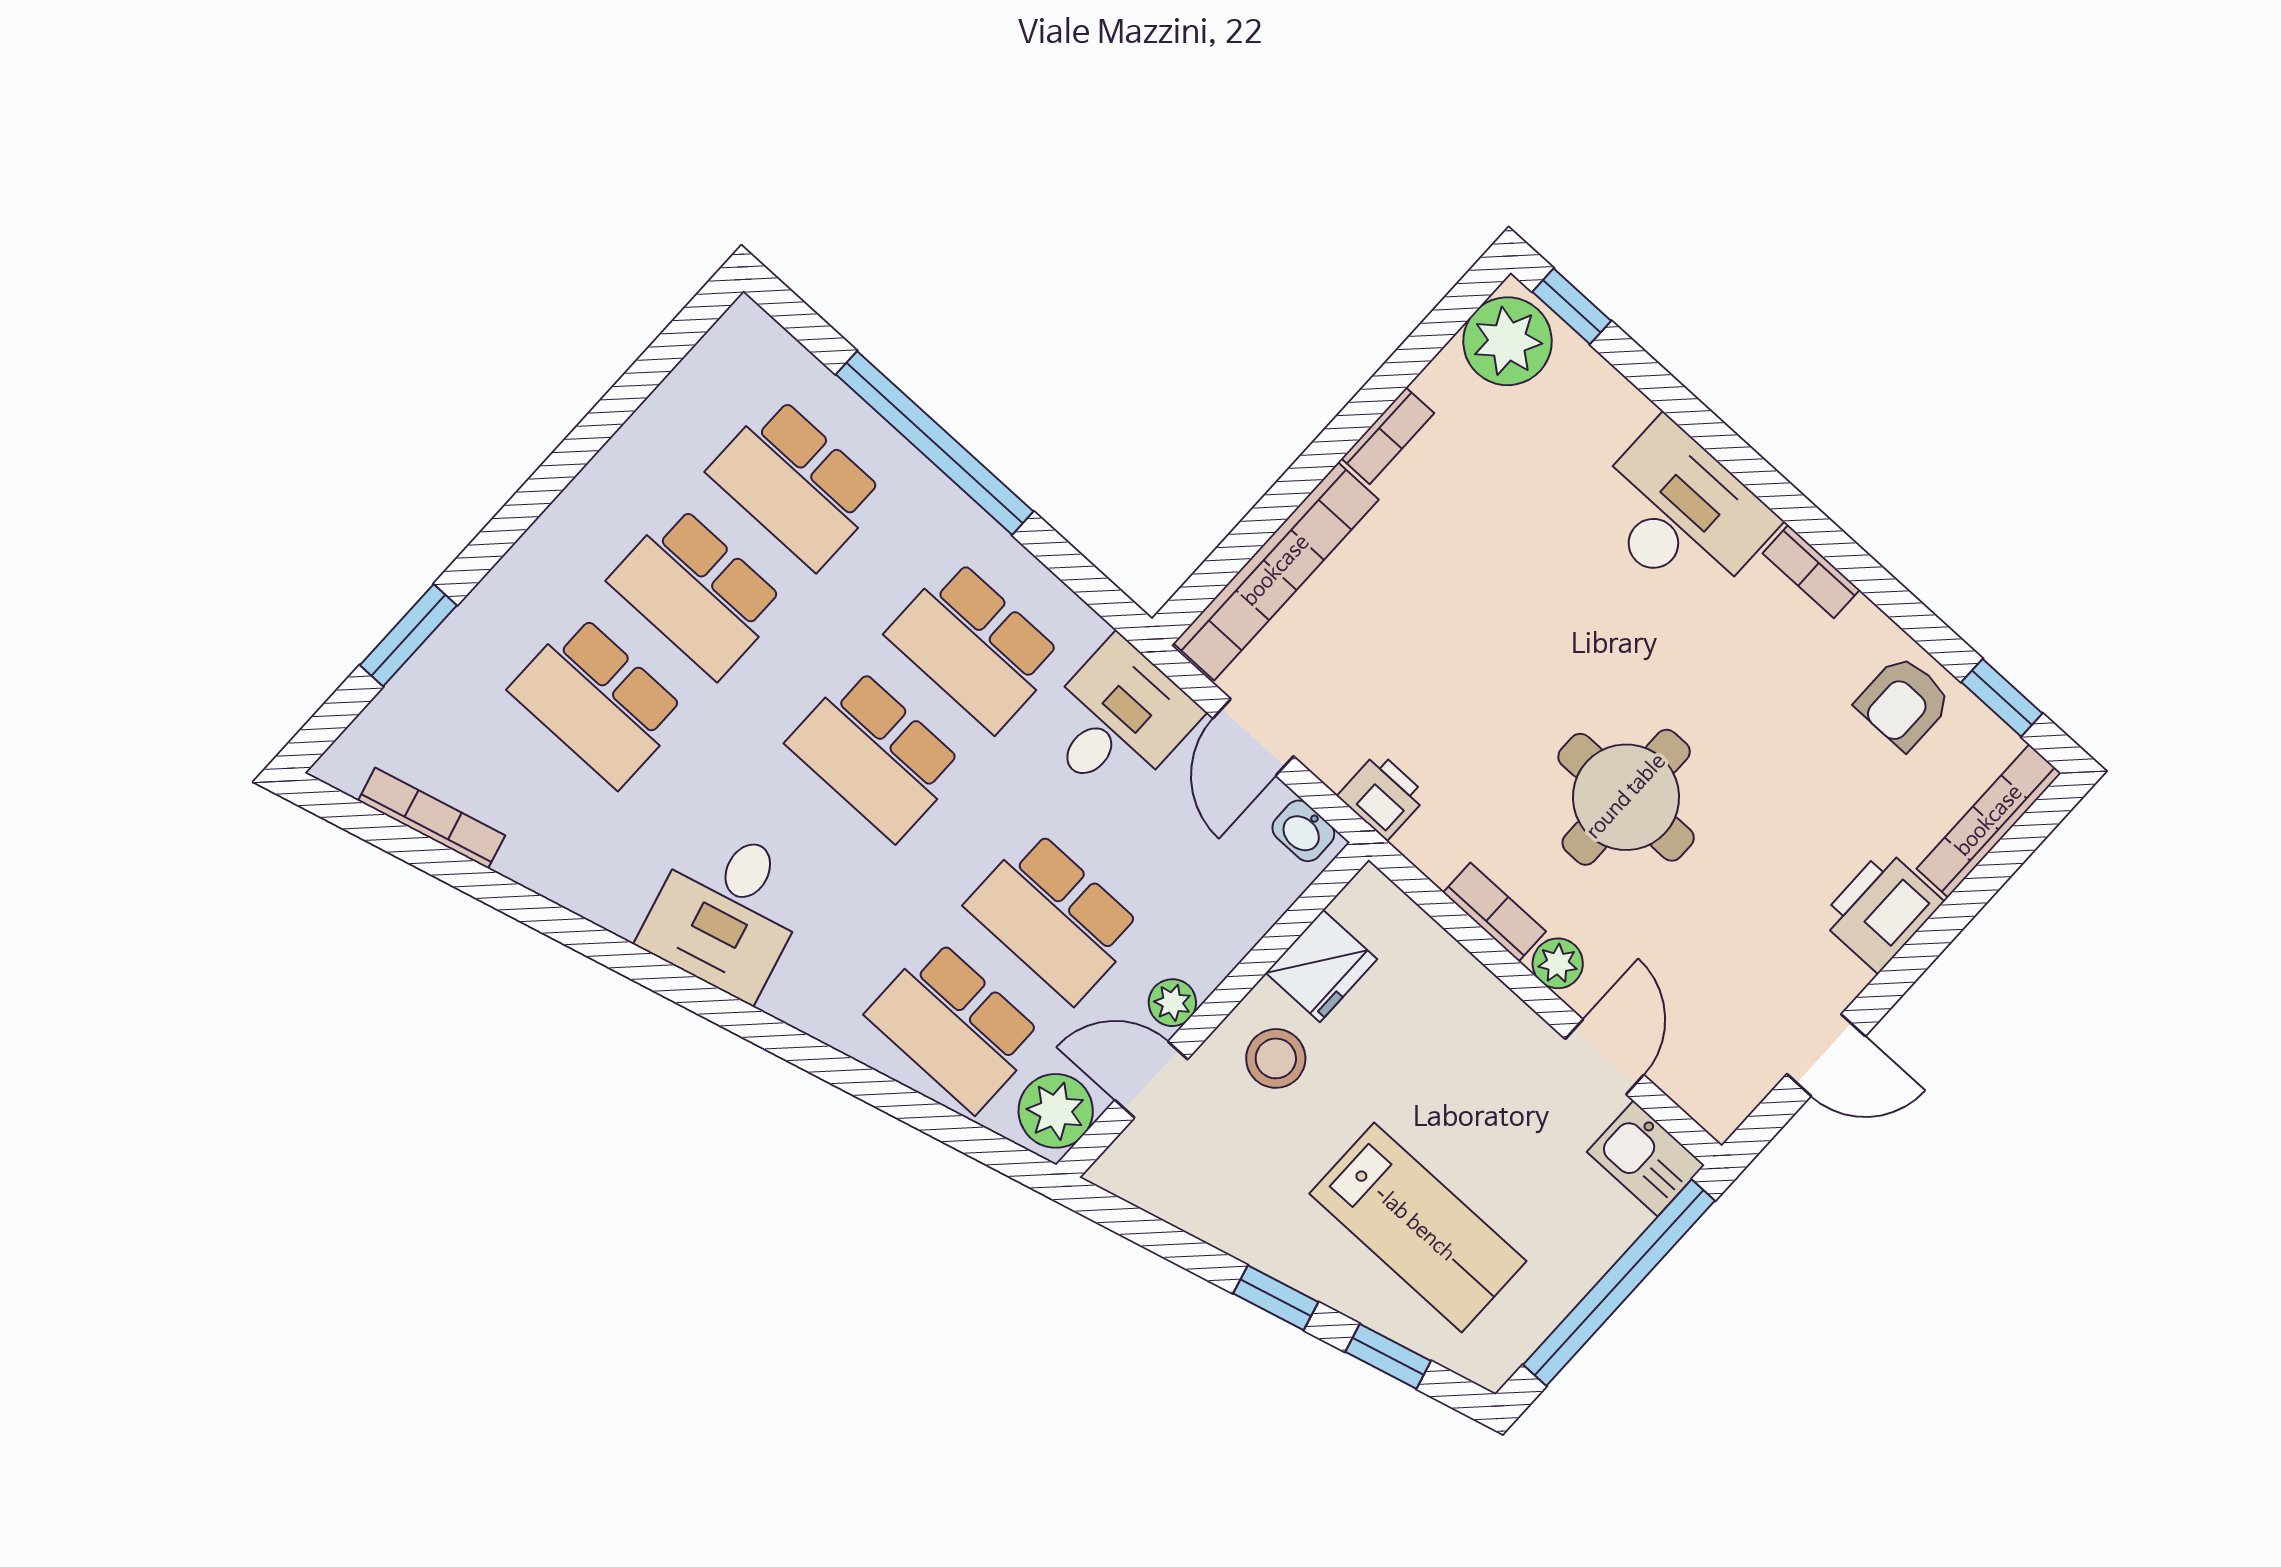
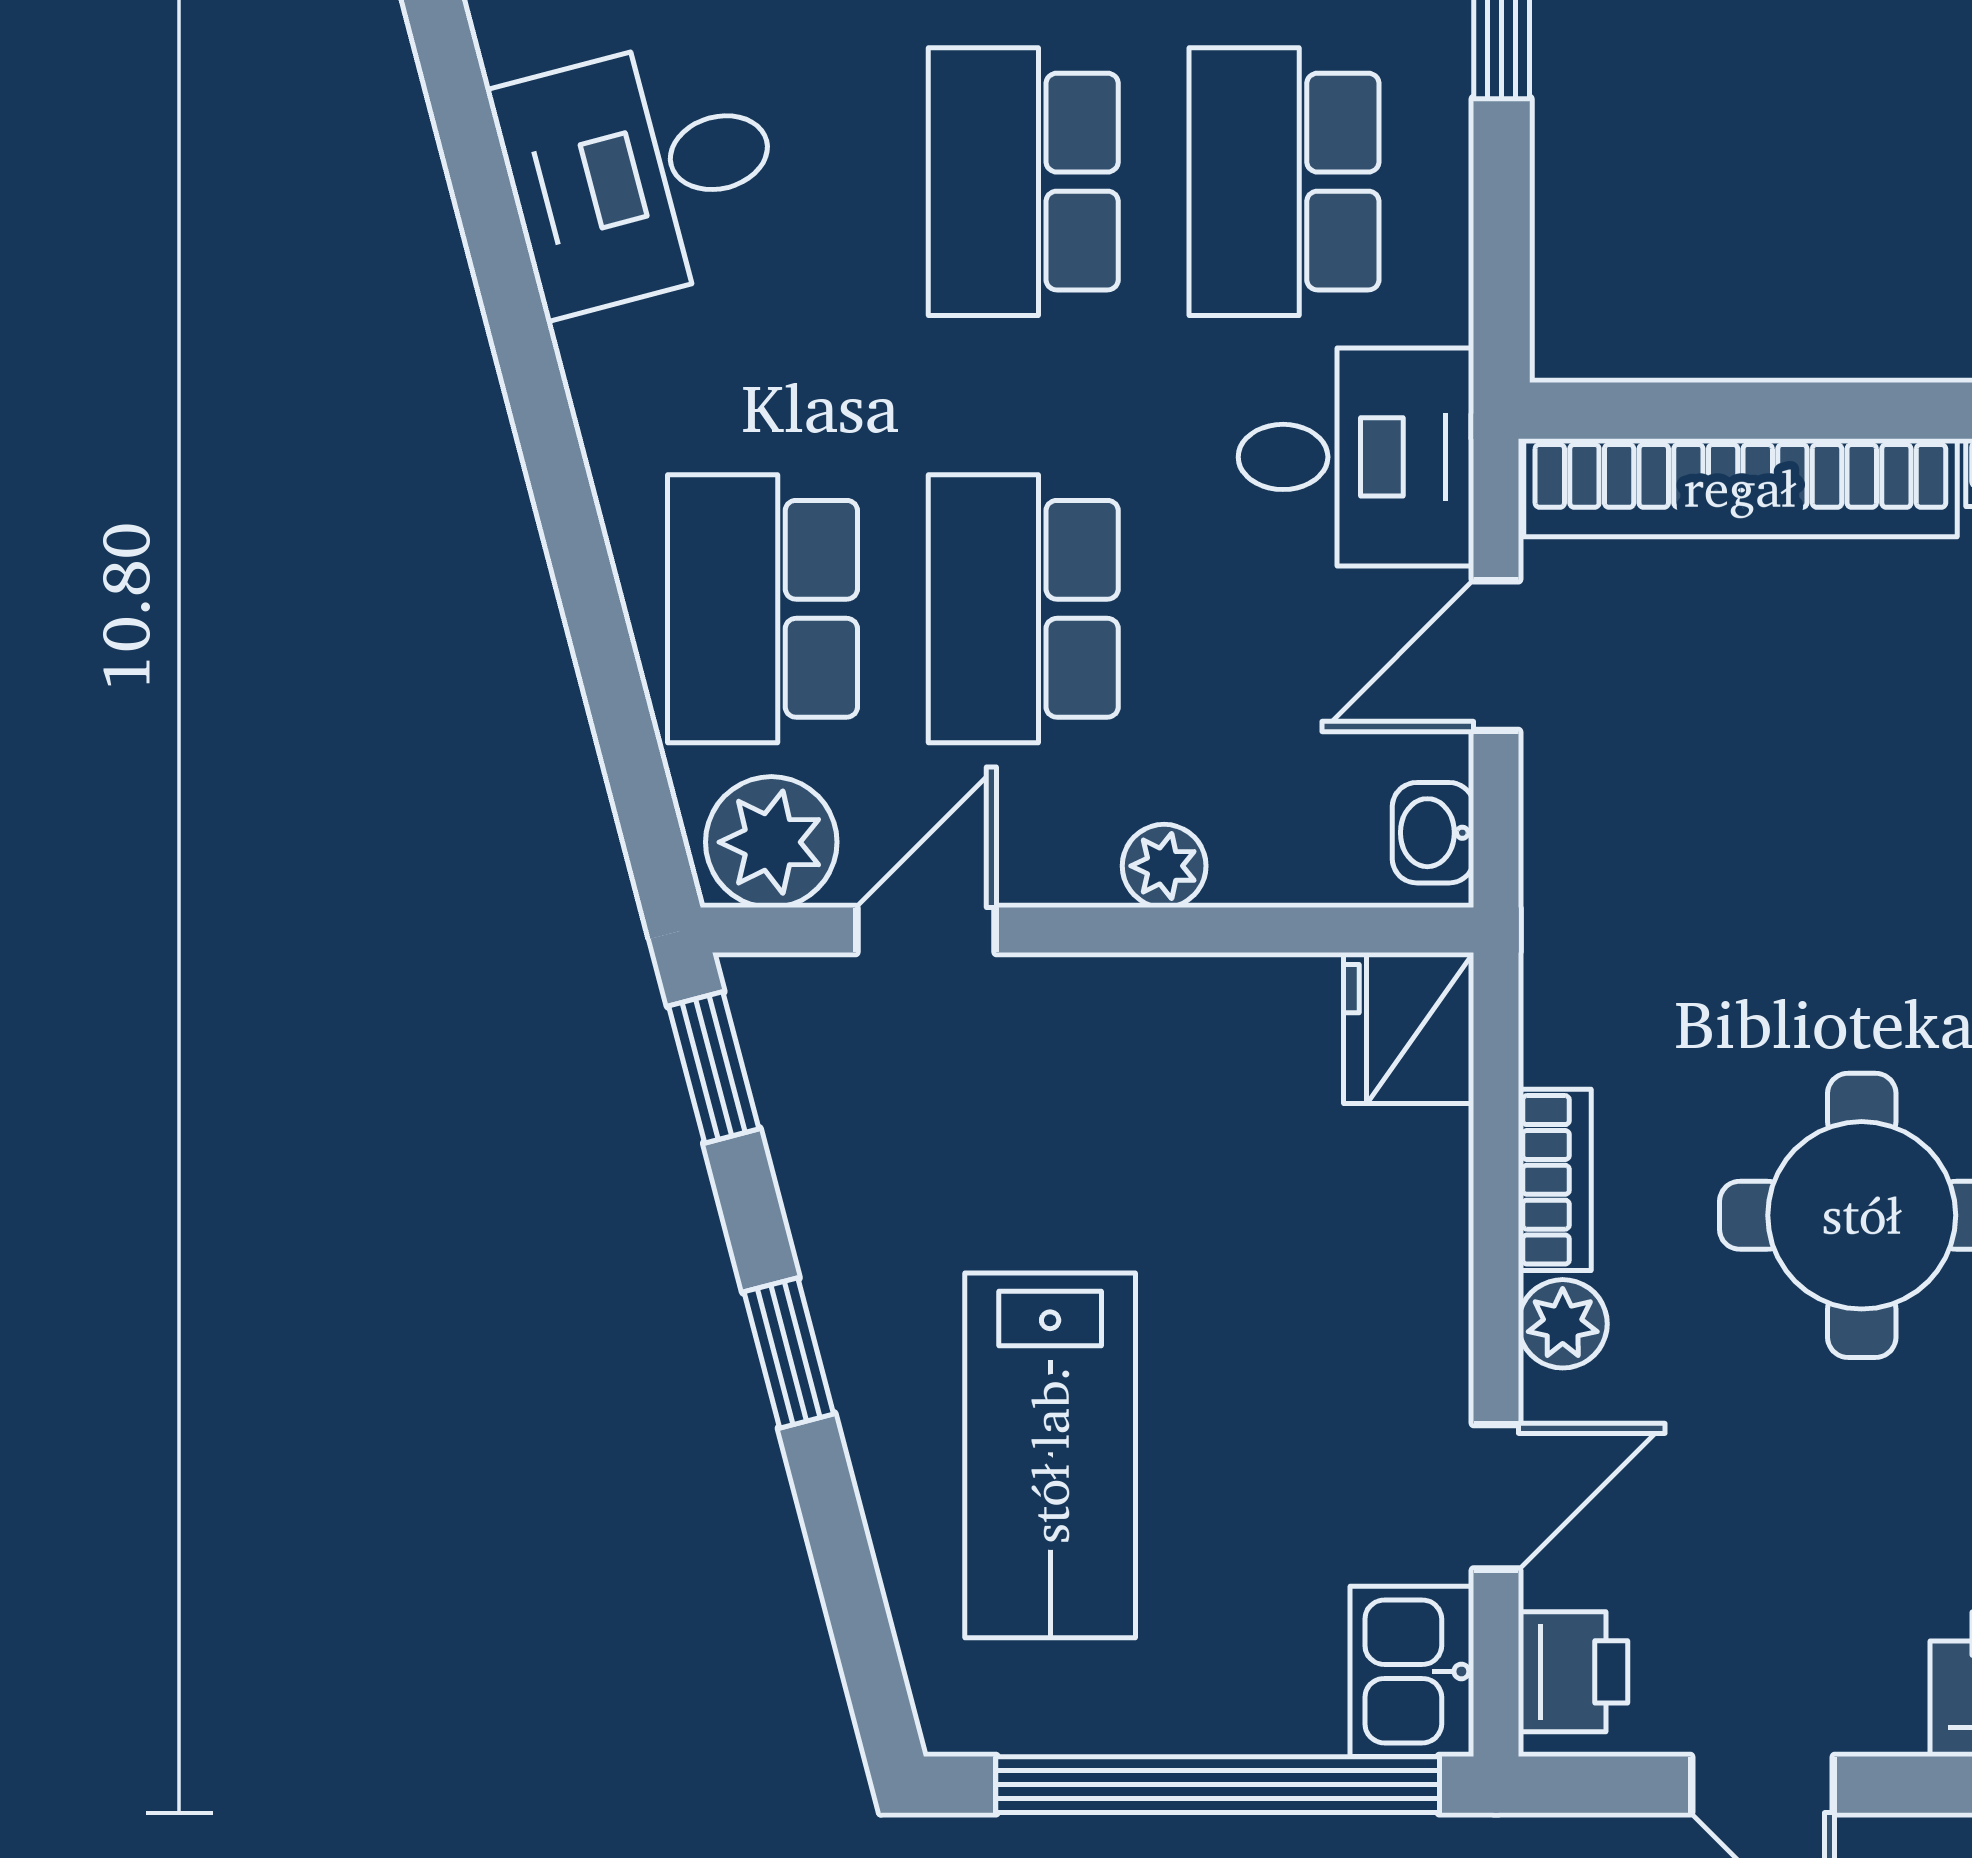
printer: (1382, 796) -> (1573, 1672), moved
fridge: (1321, 966) -> (1409, 1028), moved, turned 90
plant: (1172, 1003) -> (1164, 866), moved
stool: (1276, 1058) -> (1102, 1068), removed
door: (1151, 1080) -> (926, 930), hinge flipped
window: (1388, 1356) -> (714, 1067), moved

